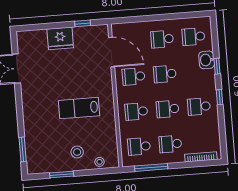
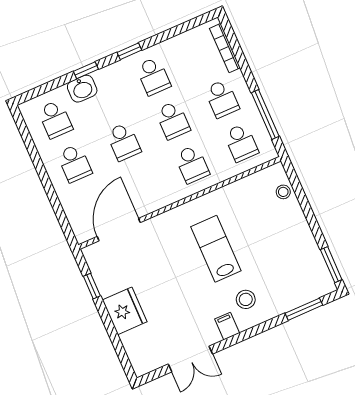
school desk: (133, 77) -> (143, 186), removed
filing cabinet: (29, 98) -> (227, 326), added
lab bench: (79, 108) -> (216, 249), turned 180
stool: (77, 152) -> (246, 299), moved
window: (62, 174) -> (331, 265), moved

